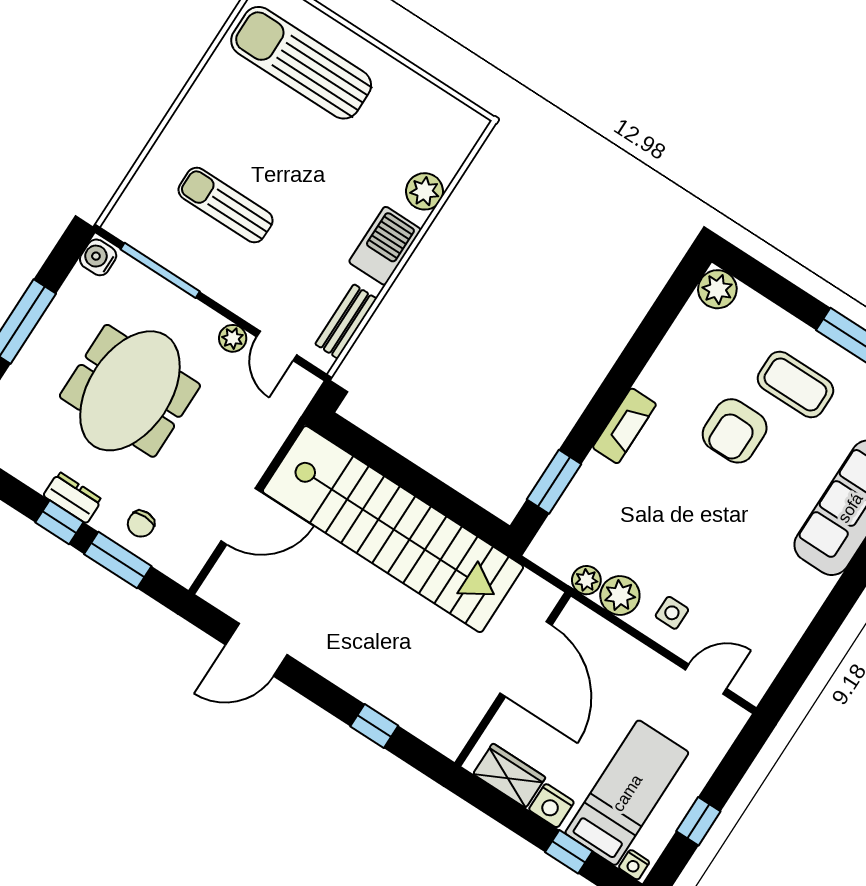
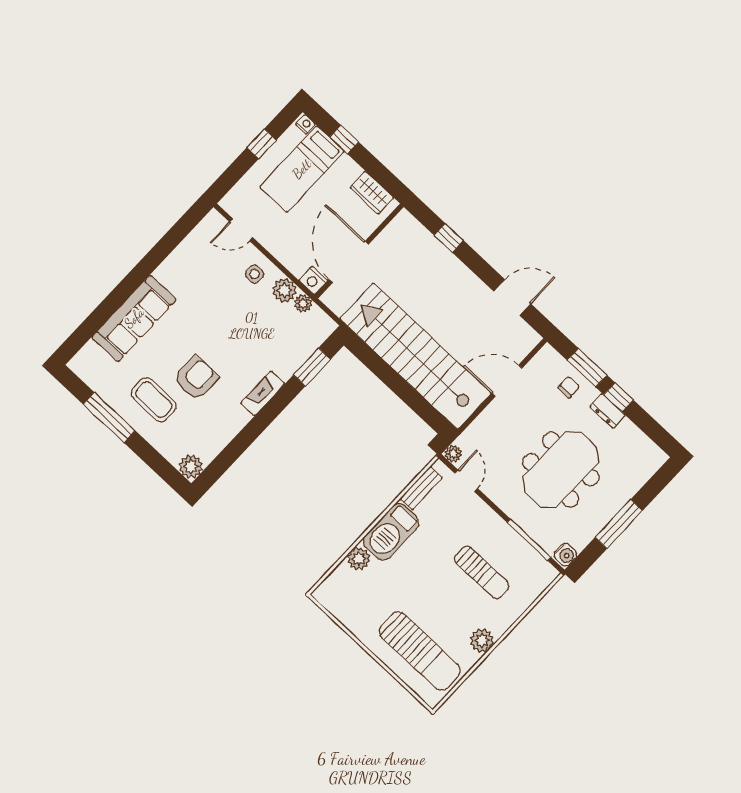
plant: (206, 97) -> (482, 640), added
barbecue: (385, 246) -> (391, 532), width x1.37, depth x1.21
plant: (233, 338) -> (453, 454), moved
nightstand: (551, 806) -> (313, 280), moved, turned 180

